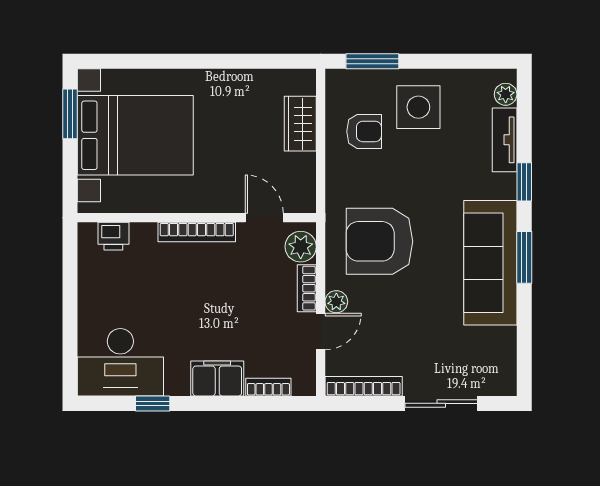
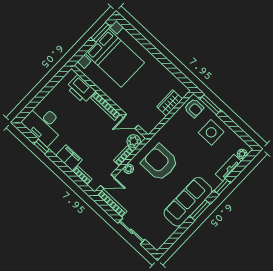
armchair: (364, 131) -> (194, 108), moved
door: (264, 218) -> (131, 121), swing flipped
printer: (113, 236) -> (81, 89), width x1.87, depth x1.48
door: (321, 331) -> (107, 181), moved

